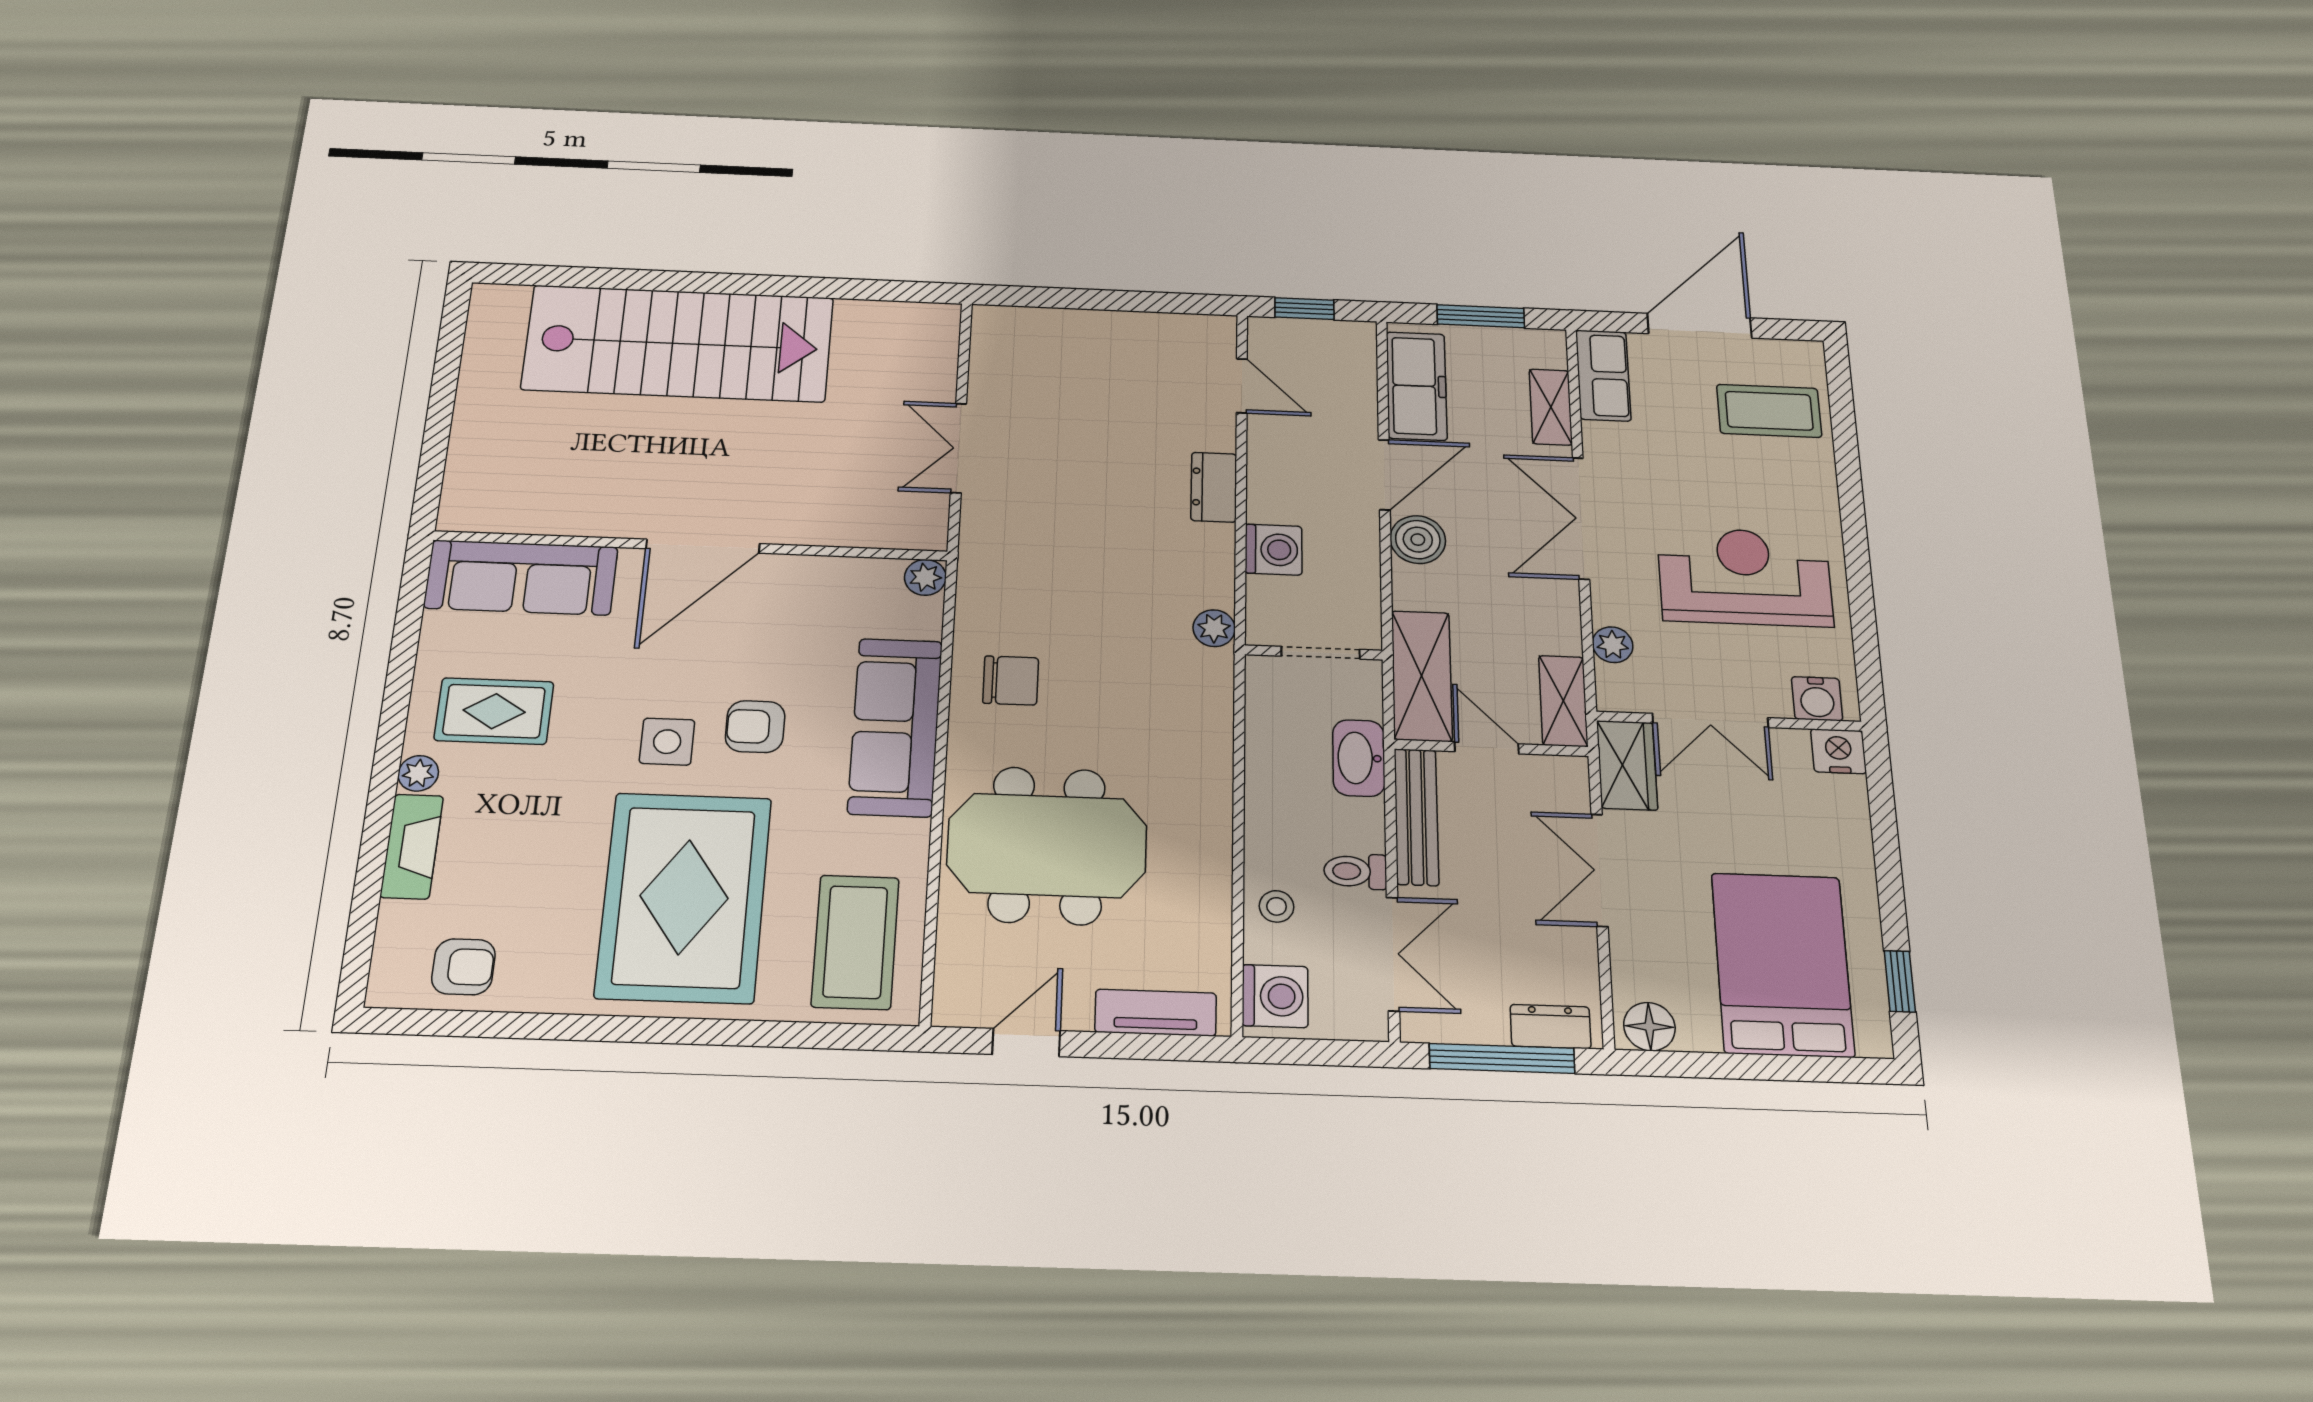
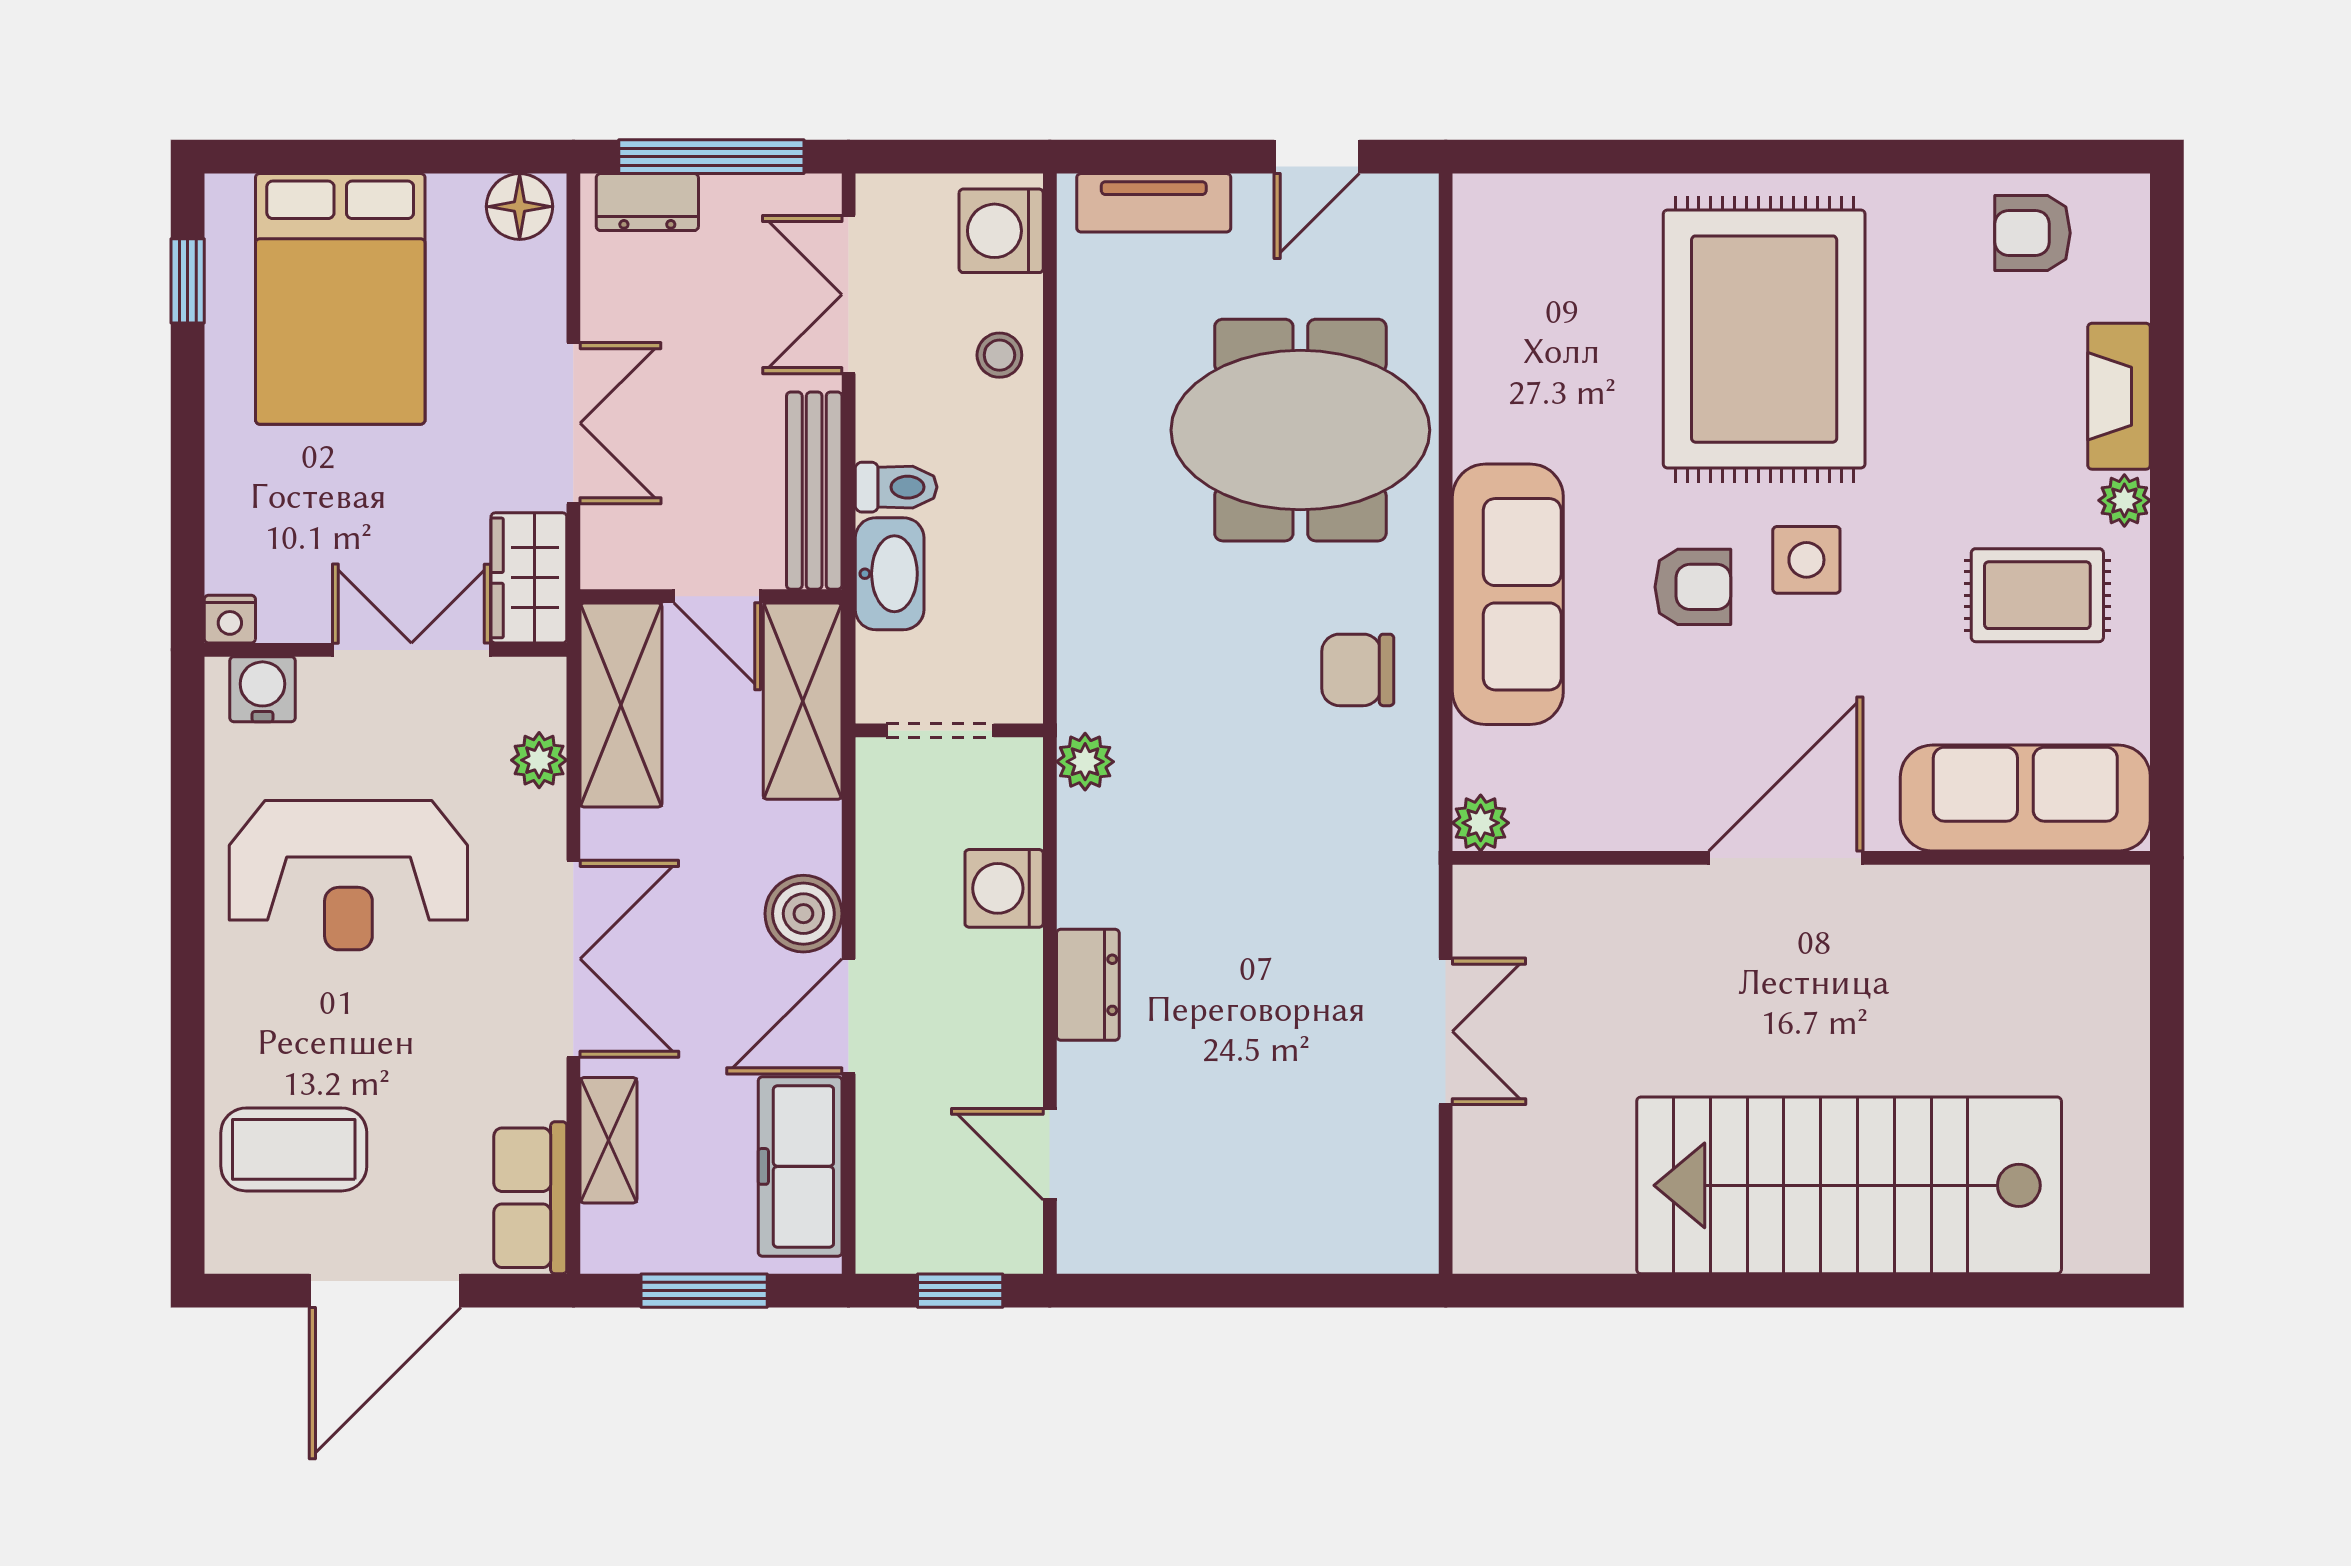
shelving: (1563, 701) -> (621, 705), width x1.50, depth x1.33
nightstand: (1839, 751) -> (230, 619), width x0.72, depth x0.74
toilet: (1355, 871) -> (896, 487), moved
coffee table: (855, 942) -> (1541, 285), removed

